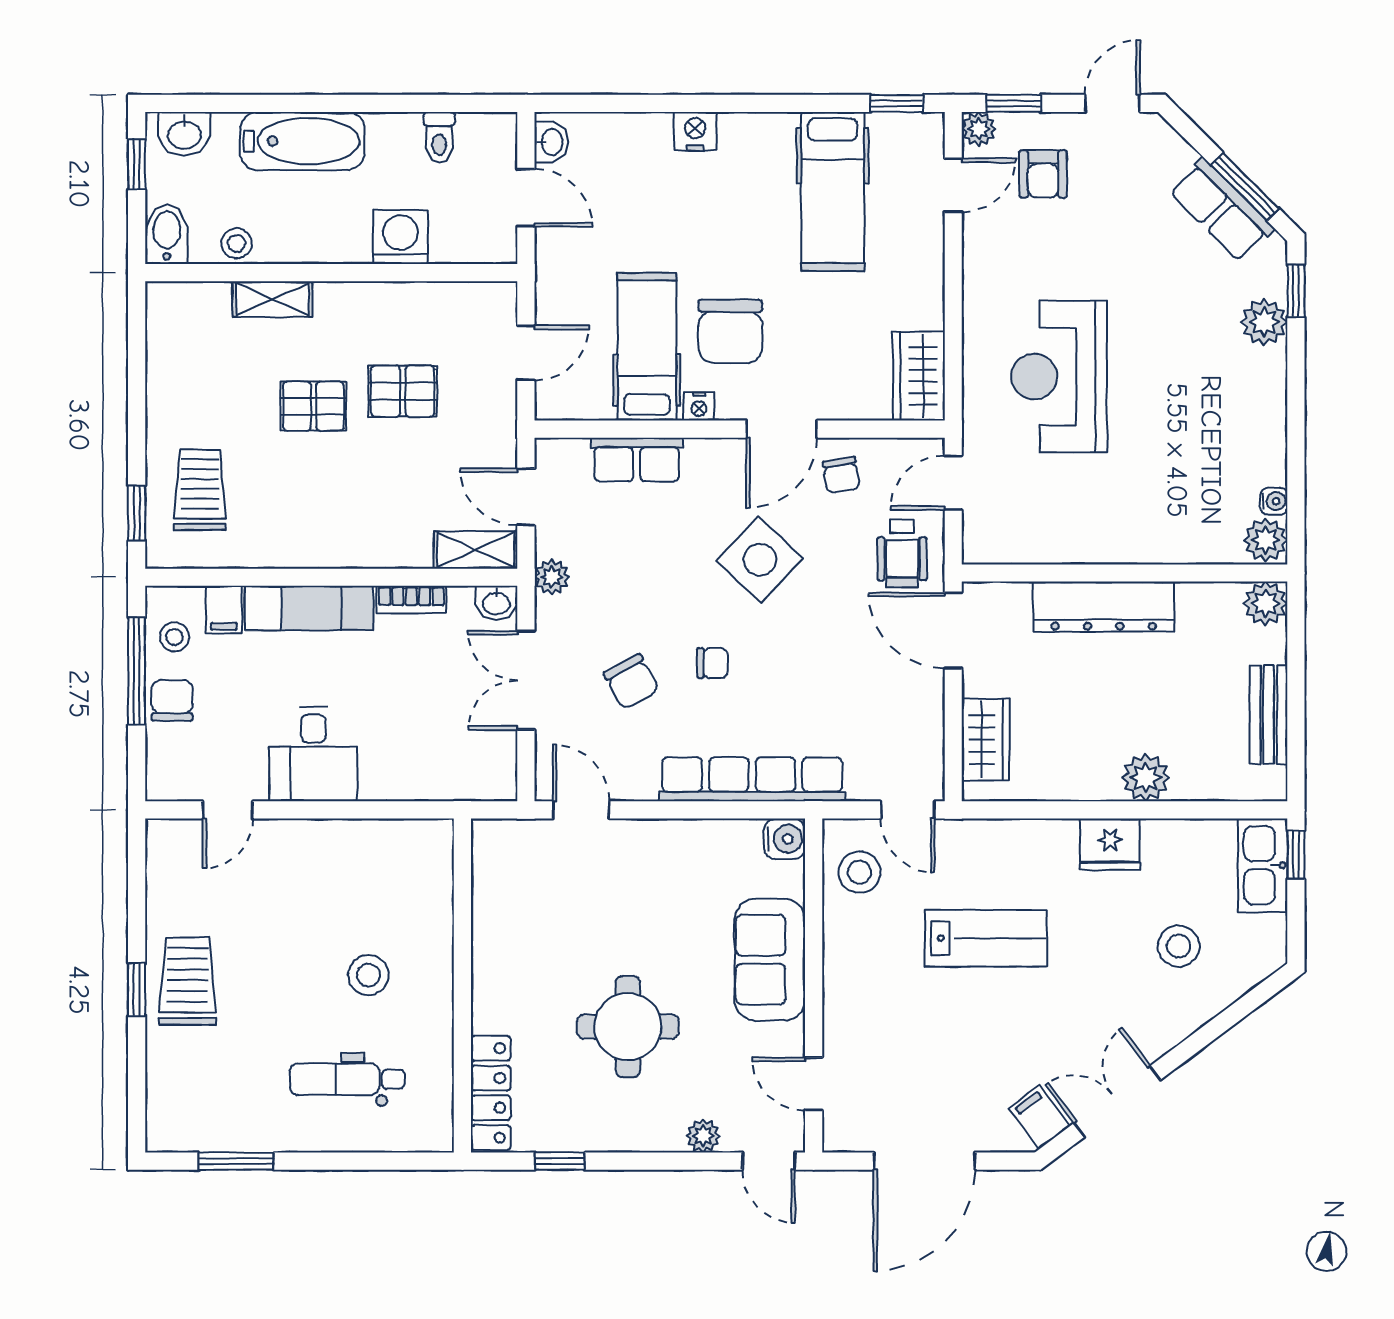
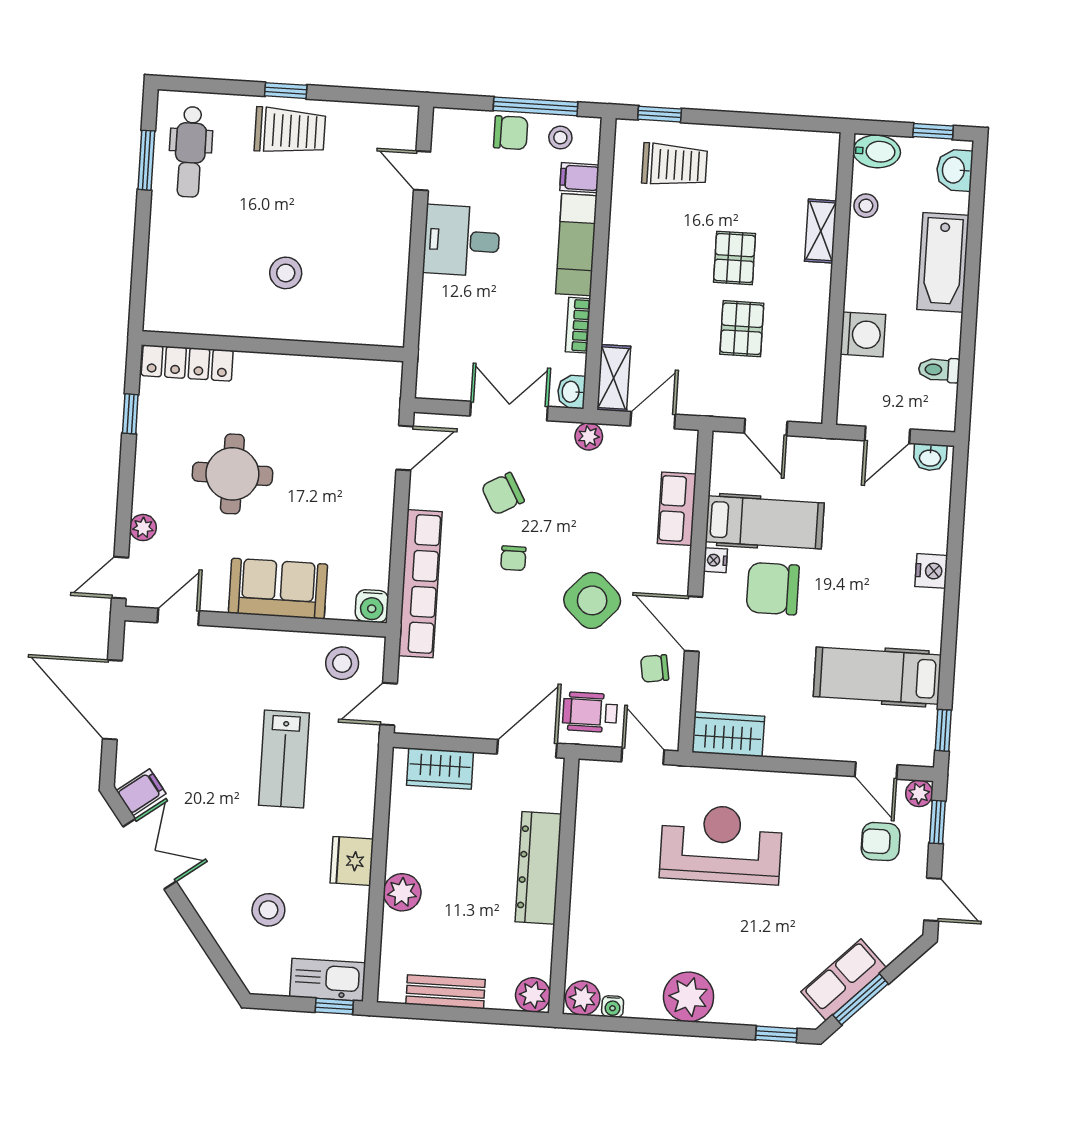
plant: (1264, 322) -> (689, 997), moved, width x1.36, depth x1.36
dental chair: (347, 1079) -> (190, 152), moved, turned 180

